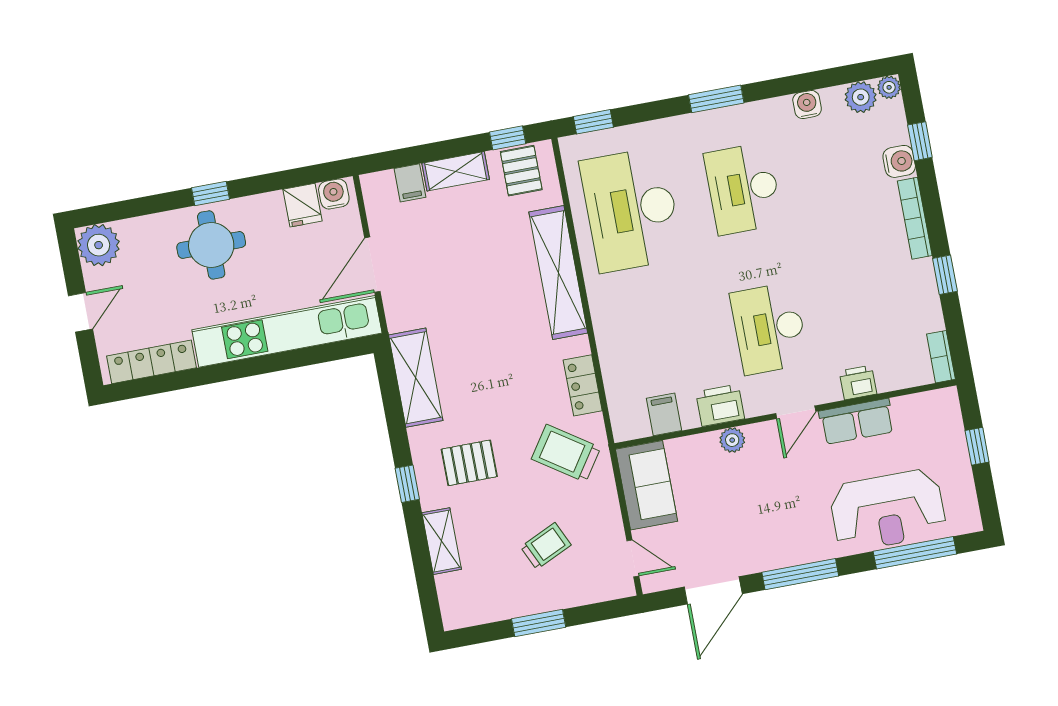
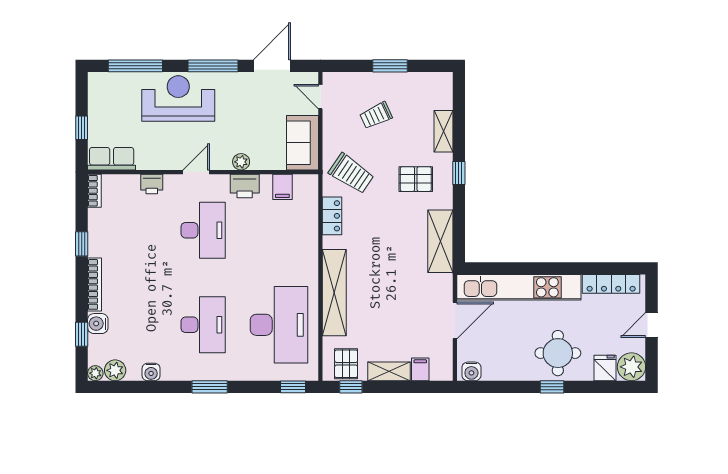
fridge: (302, 205) -> (605, 368), moved
row of seats: (857, 421) -> (112, 159), moved
reception desk: (888, 510) -> (178, 99), moved

